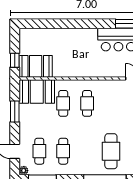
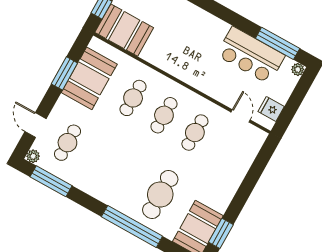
booth: (37, 91) -> (89, 78), moved, turned 90
cafe table: (63, 151) -> (195, 133), moved

